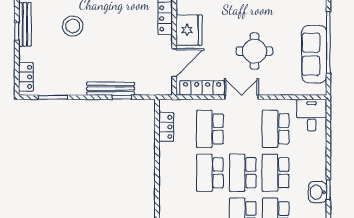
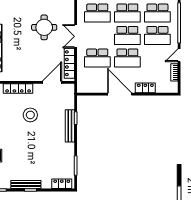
stool: (73, 26) -> (30, 115), moved
fridge: (189, 30) -> (30, 72), removed
door: (174, 63) -> (52, 82), hinge flipped
locker: (166, 127) -> (145, 88), moved
door: (157, 161) -> (120, 94), added

